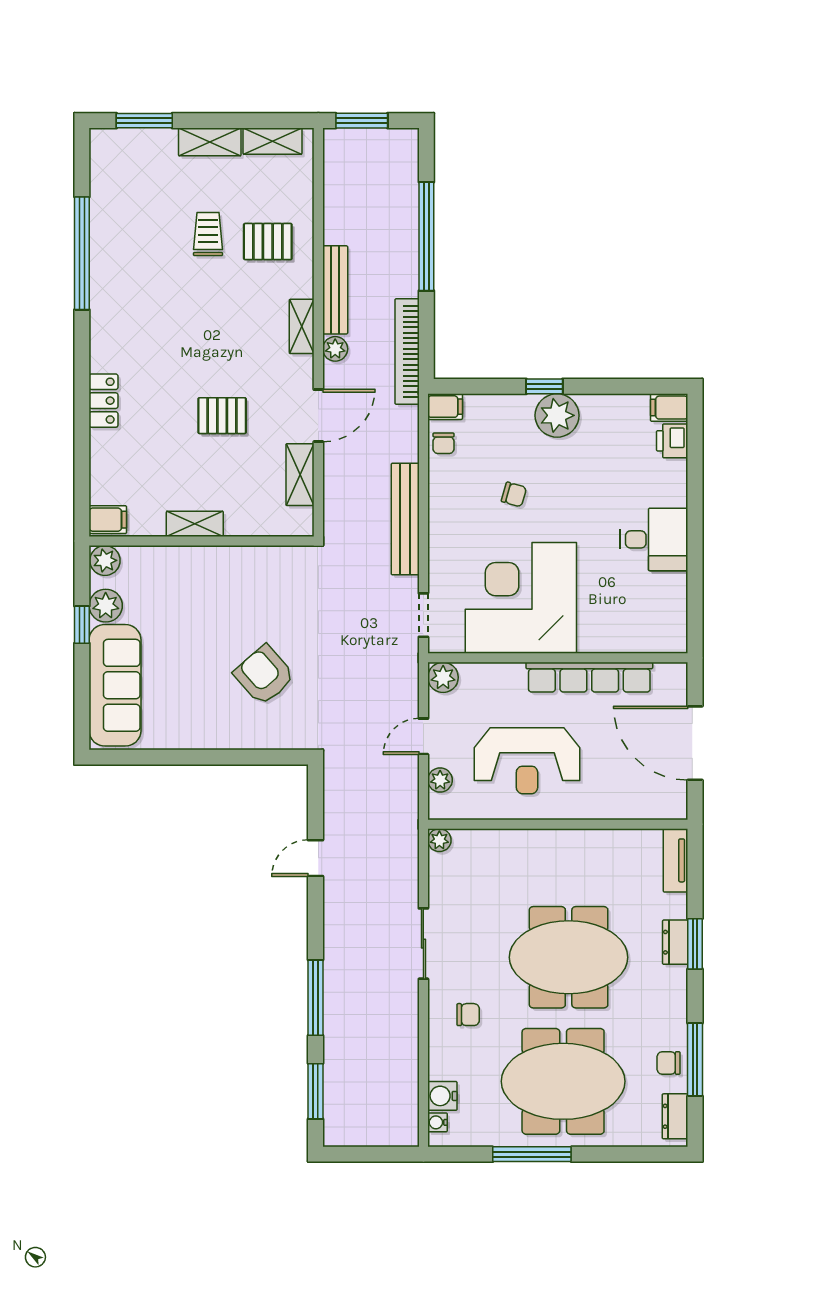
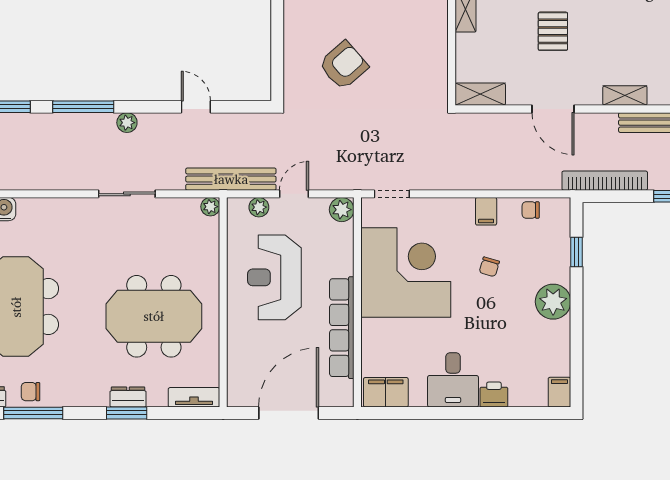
plant: (335, 349) -> (127, 123), moved
window: (544, 386) -> (577, 252), moved
filing cabinet: (445, 407) -> (486, 211), moved
printer: (672, 441) -> (494, 395), moved
shelving: (300, 475) -> (480, 94), moved
bench: (405, 519) -> (231, 179), moved
filing cabinet: (669, 623) -> (386, 392), added
door: (423, 736) -> (294, 194), hinge flipped
meeting table: (569, 957) -> (154, 316), moved, turned 90
chair: (468, 1015) -> (70, 230), removed
chair: (669, 1063) -> (31, 392), turned -90

